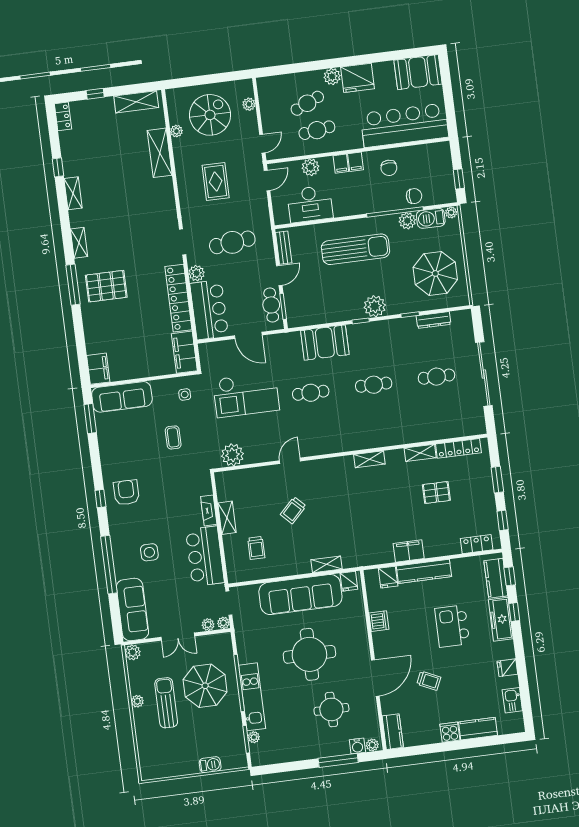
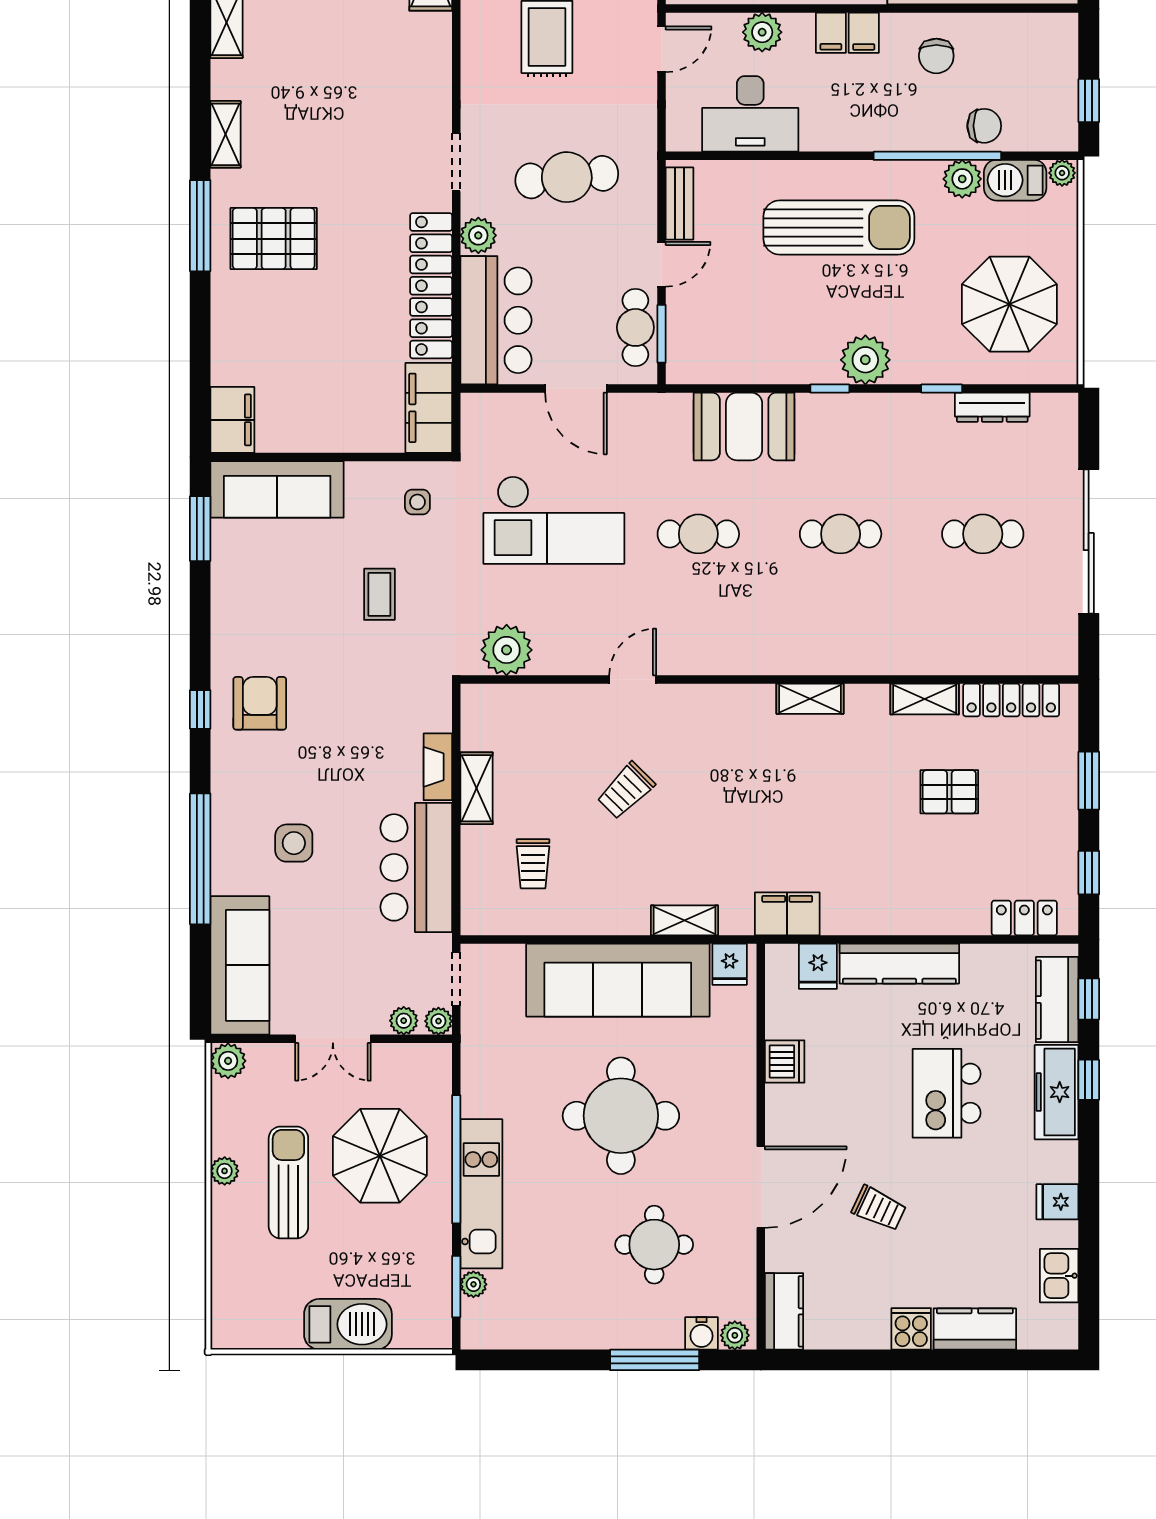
filing cabinet: (409, 551) -> (787, 914), moved
barbecue: (210, 765) -> (348, 1324), width x1.88, depth x1.53

